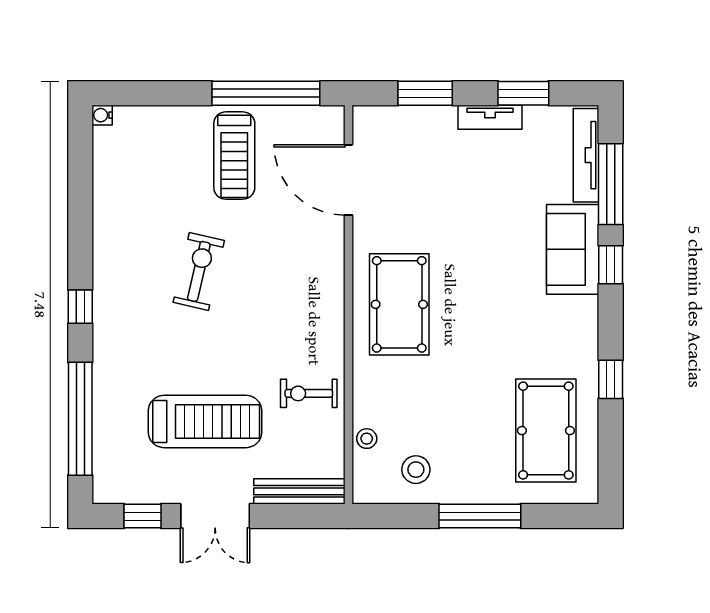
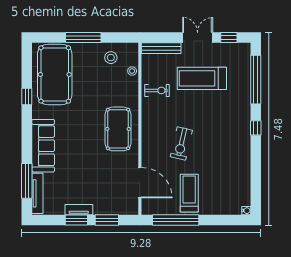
window: (523, 93) -> (76, 220), moved
sofa: (573, 249) -> (43, 146), width x1.36
window: (611, 265) -> (27, 146), removed
exercise bike: (199, 271) -> (181, 143), moved
pool table: (546, 431) -> (55, 74), width x1.36, depth x1.32

